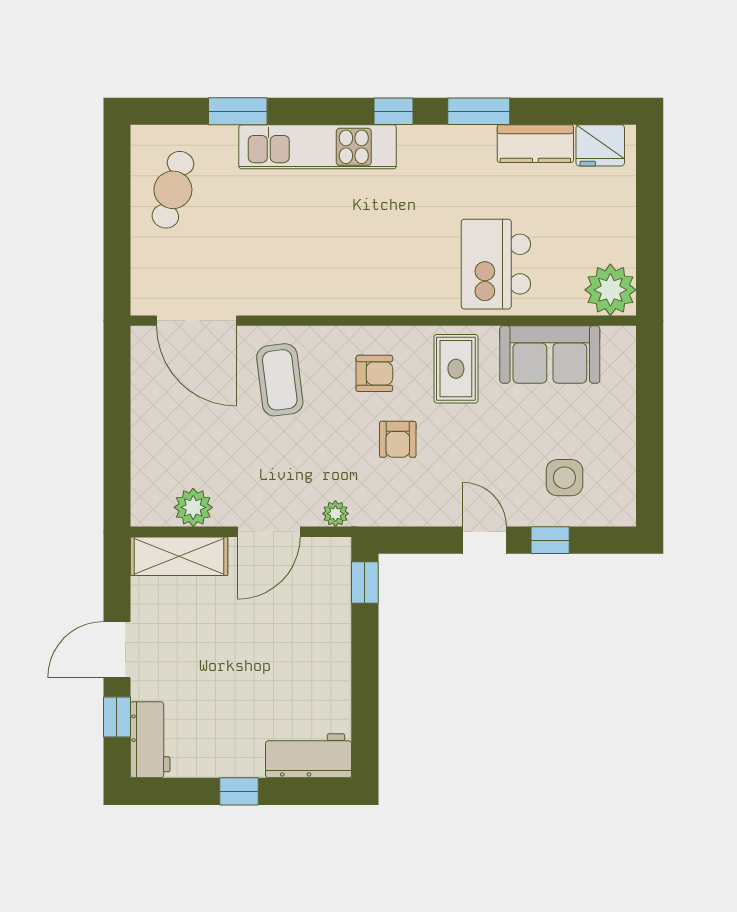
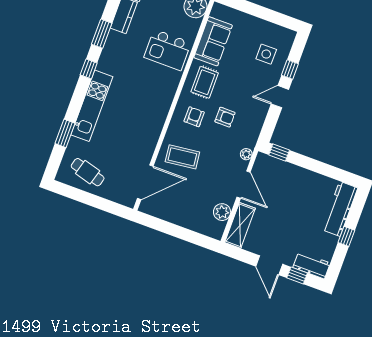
rug: (456, 369) -> (205, 82), turned 90
workbench: (308, 756) -> (340, 209), width x1.37

